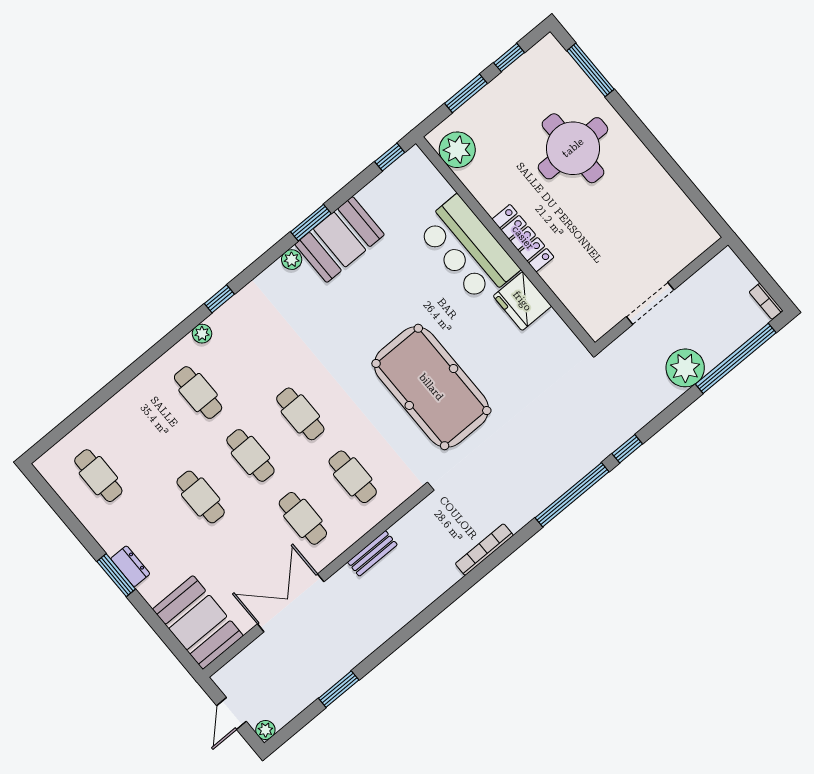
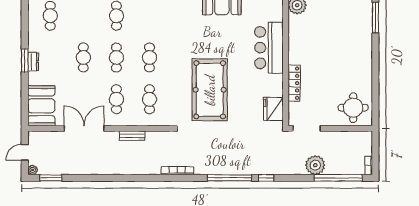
round table: (573, 148) -> (353, 108), moved, width x0.73, depth x0.73
locker: (523, 238) -> (294, 83), moved
fridge: (522, 301) -> (273, 109), moved
doorway: (650, 303) -> (307, 128), moved
window: (339, 689) -> (51, 178), moved

